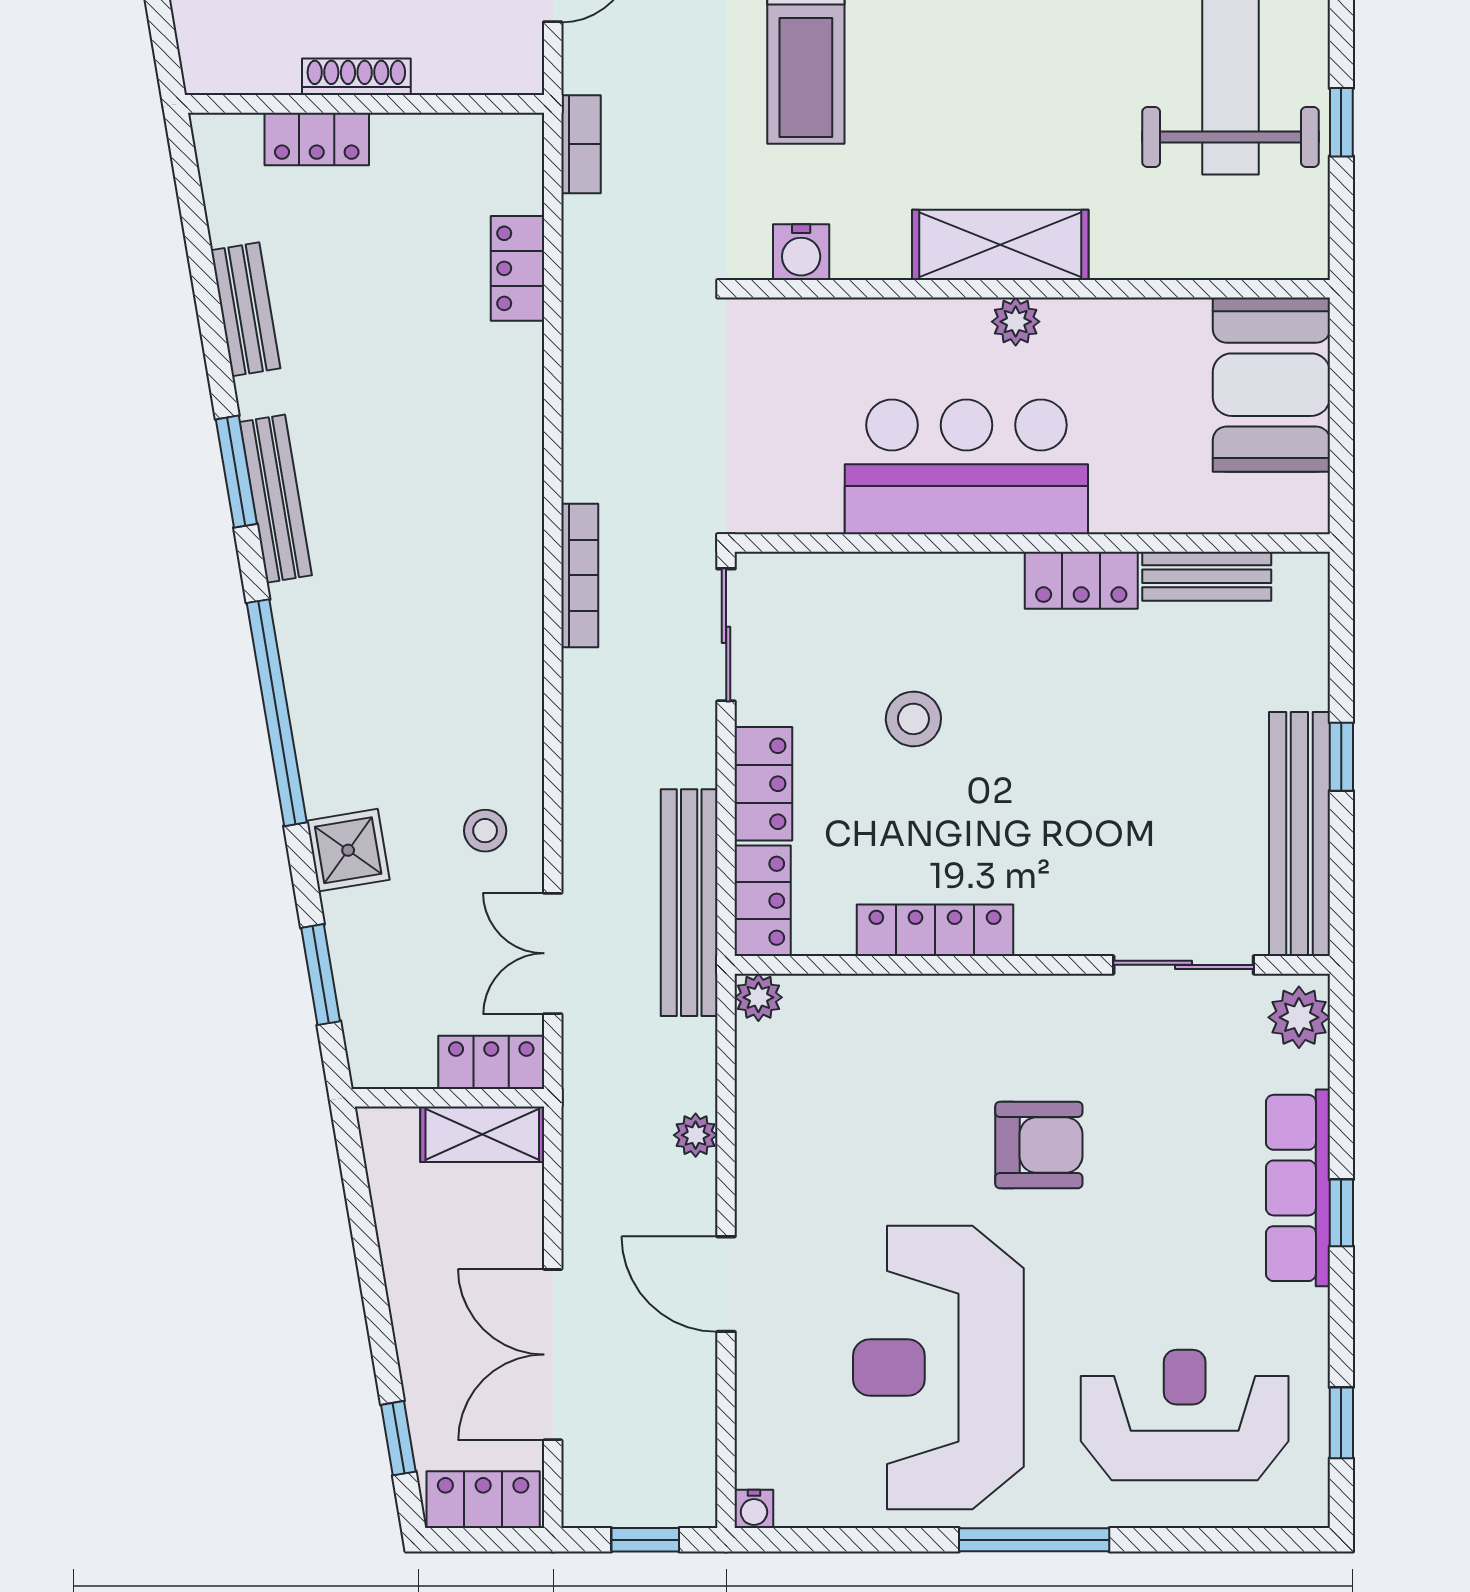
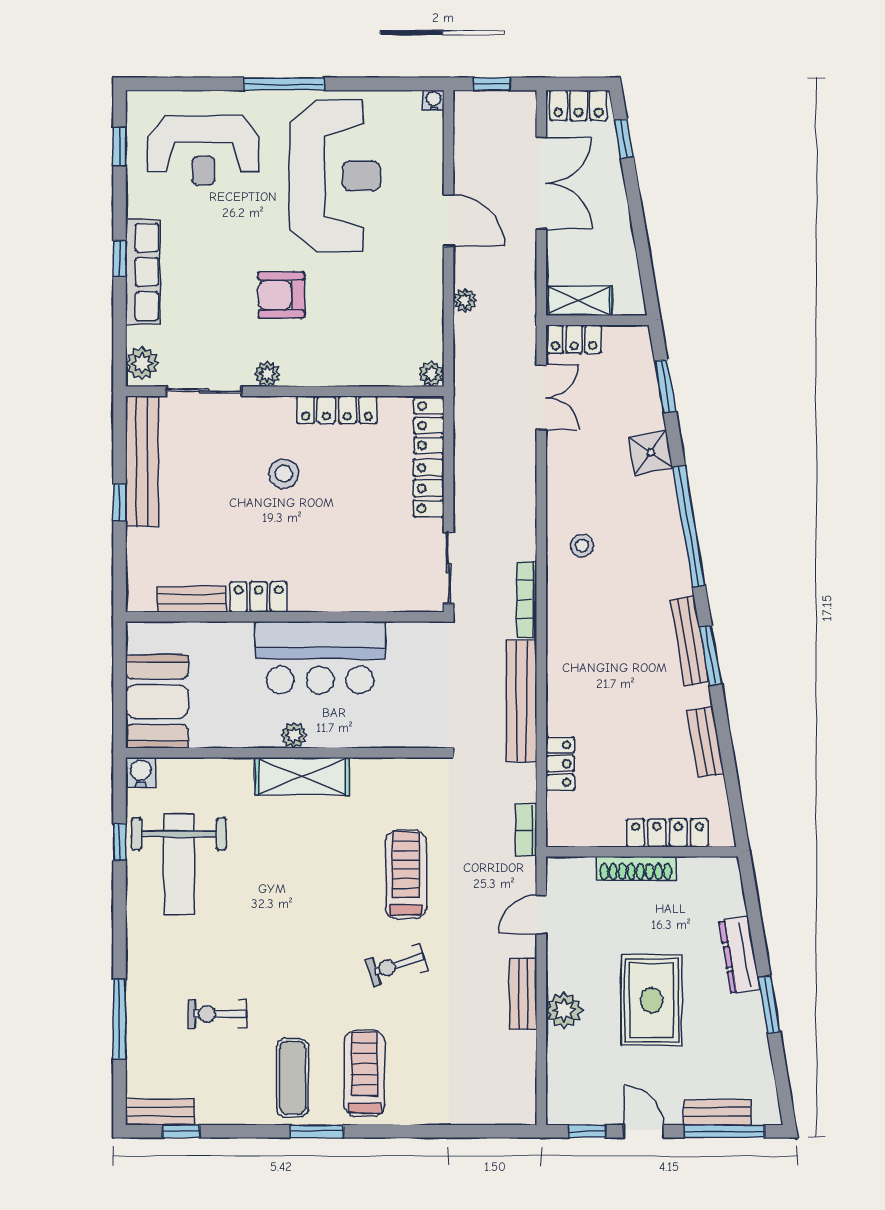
shoe rack: (356, 77) -> (636, 868), width x1.36, depth x1.24
locker: (317, 139) -> (667, 833), width x1.53
water cooler: (801, 252) -> (141, 772), moved
stool: (913, 719) -> (284, 474), moved
stool: (485, 831) -> (582, 546), moved
bench: (689, 903) -> (522, 701), moved
plant: (1065, 997) -> (267, 374), added

